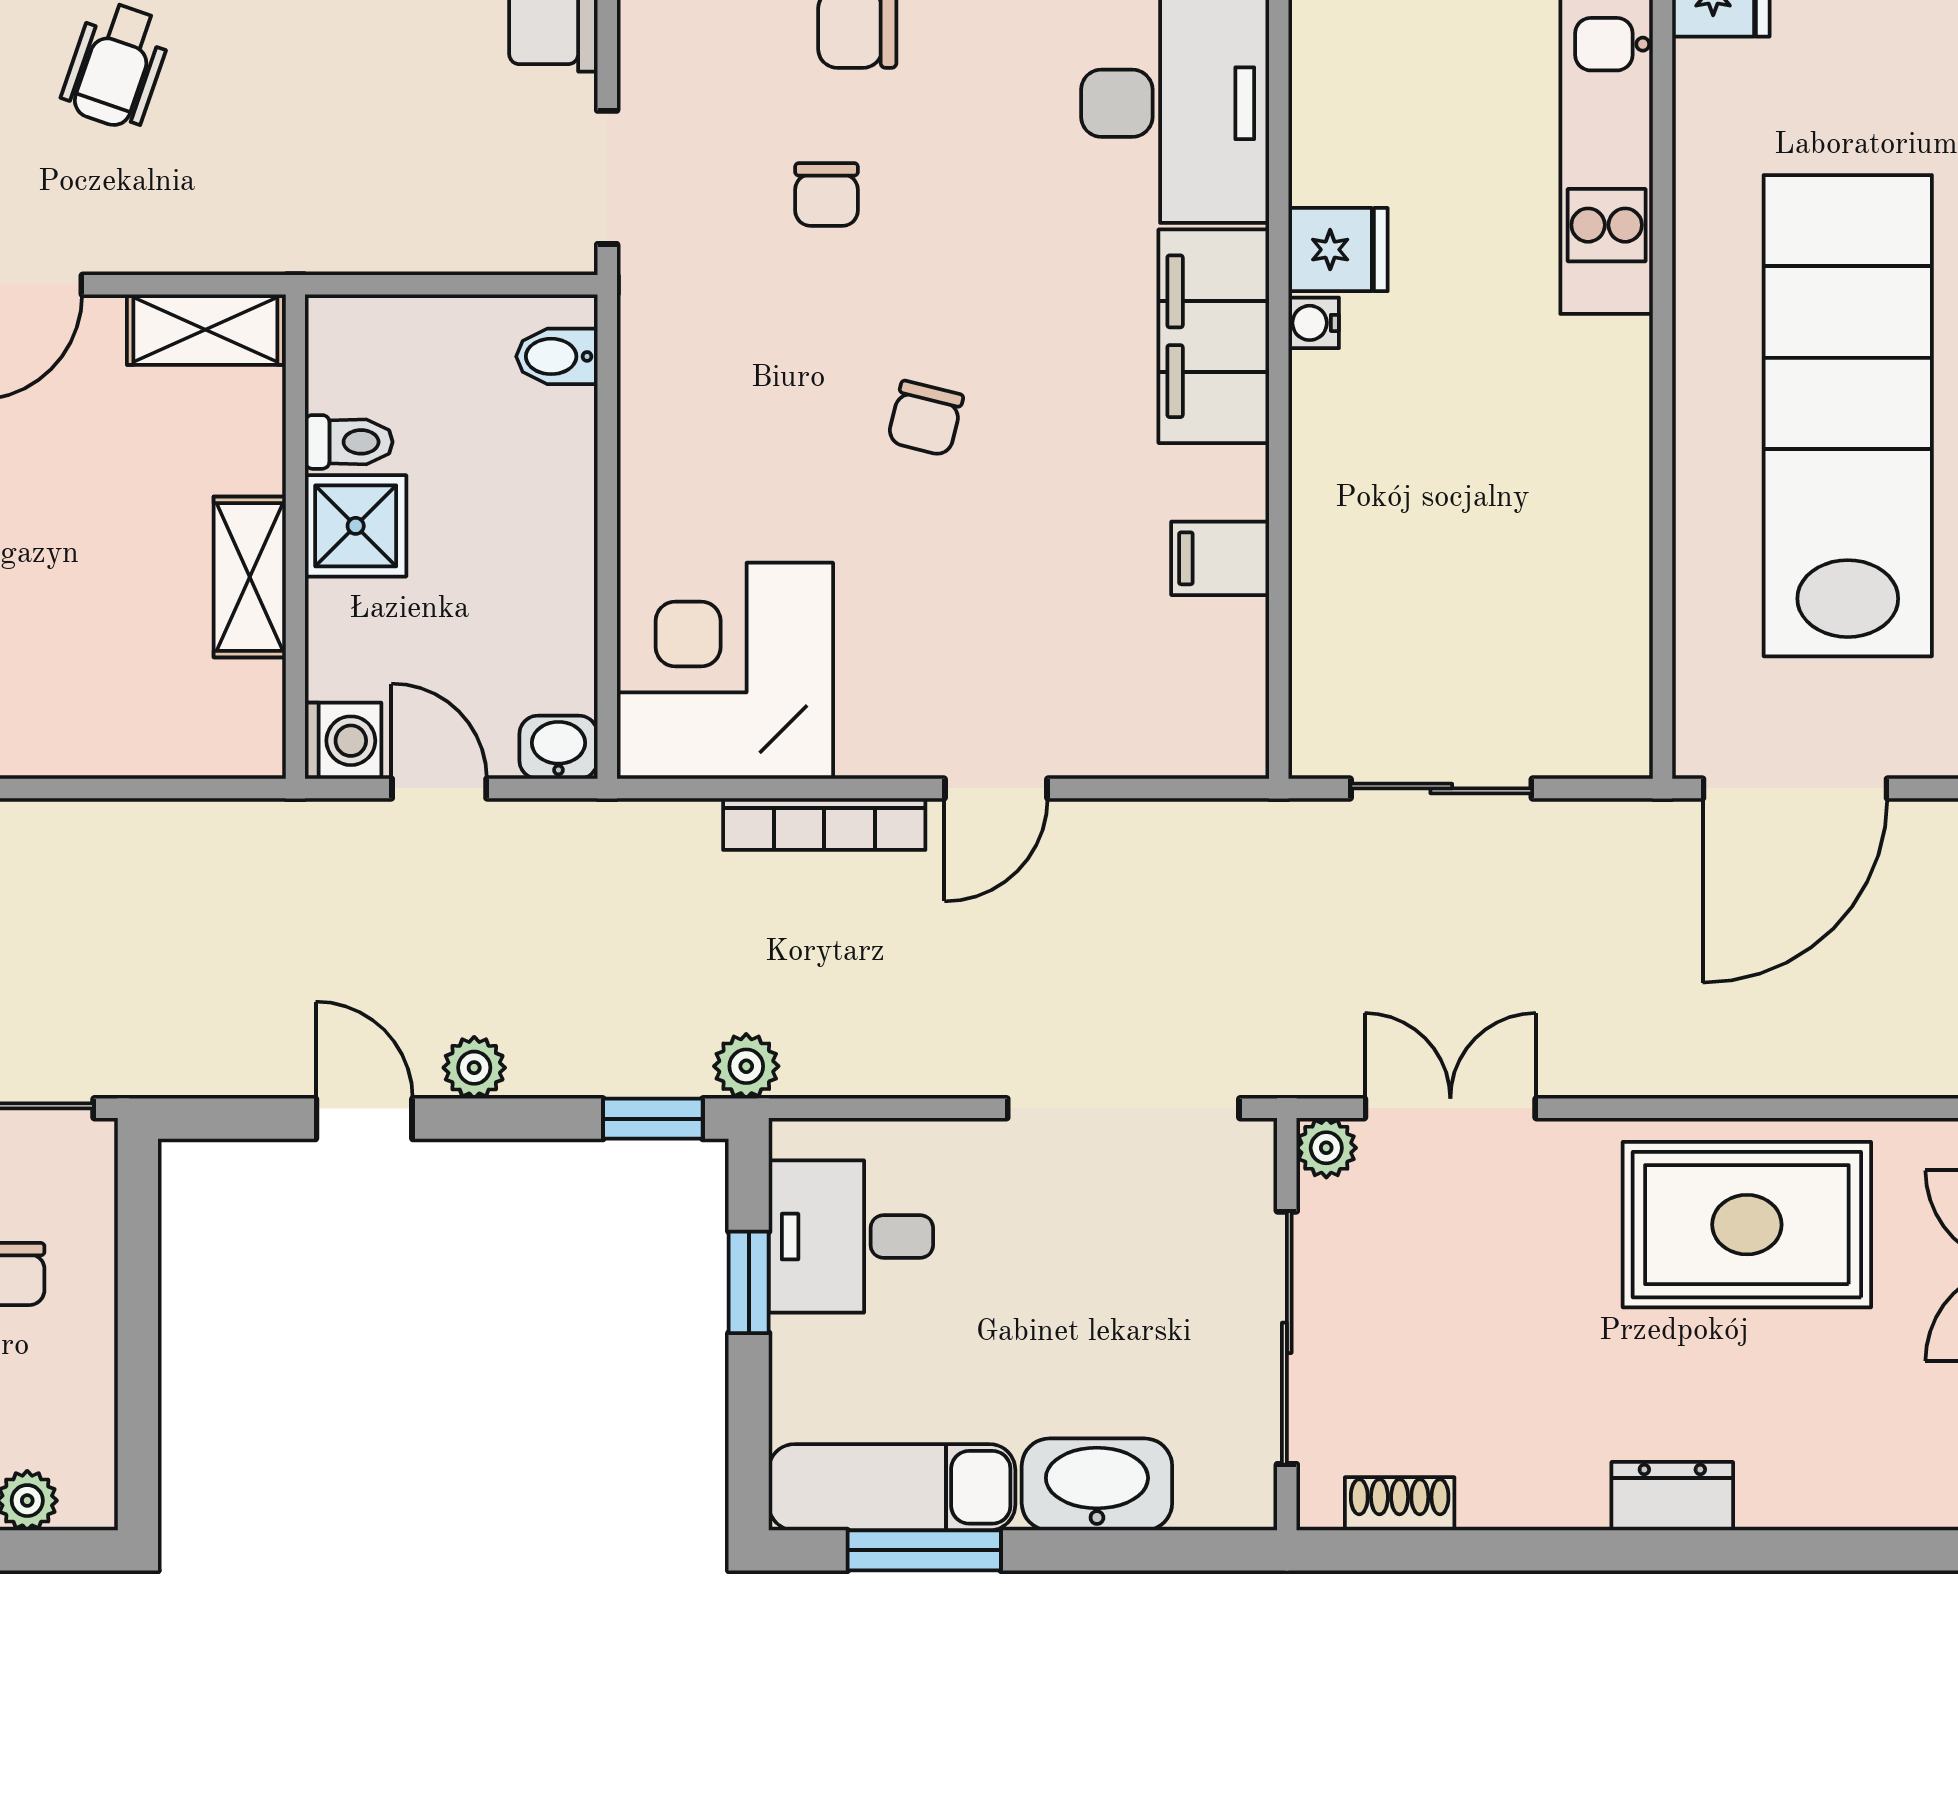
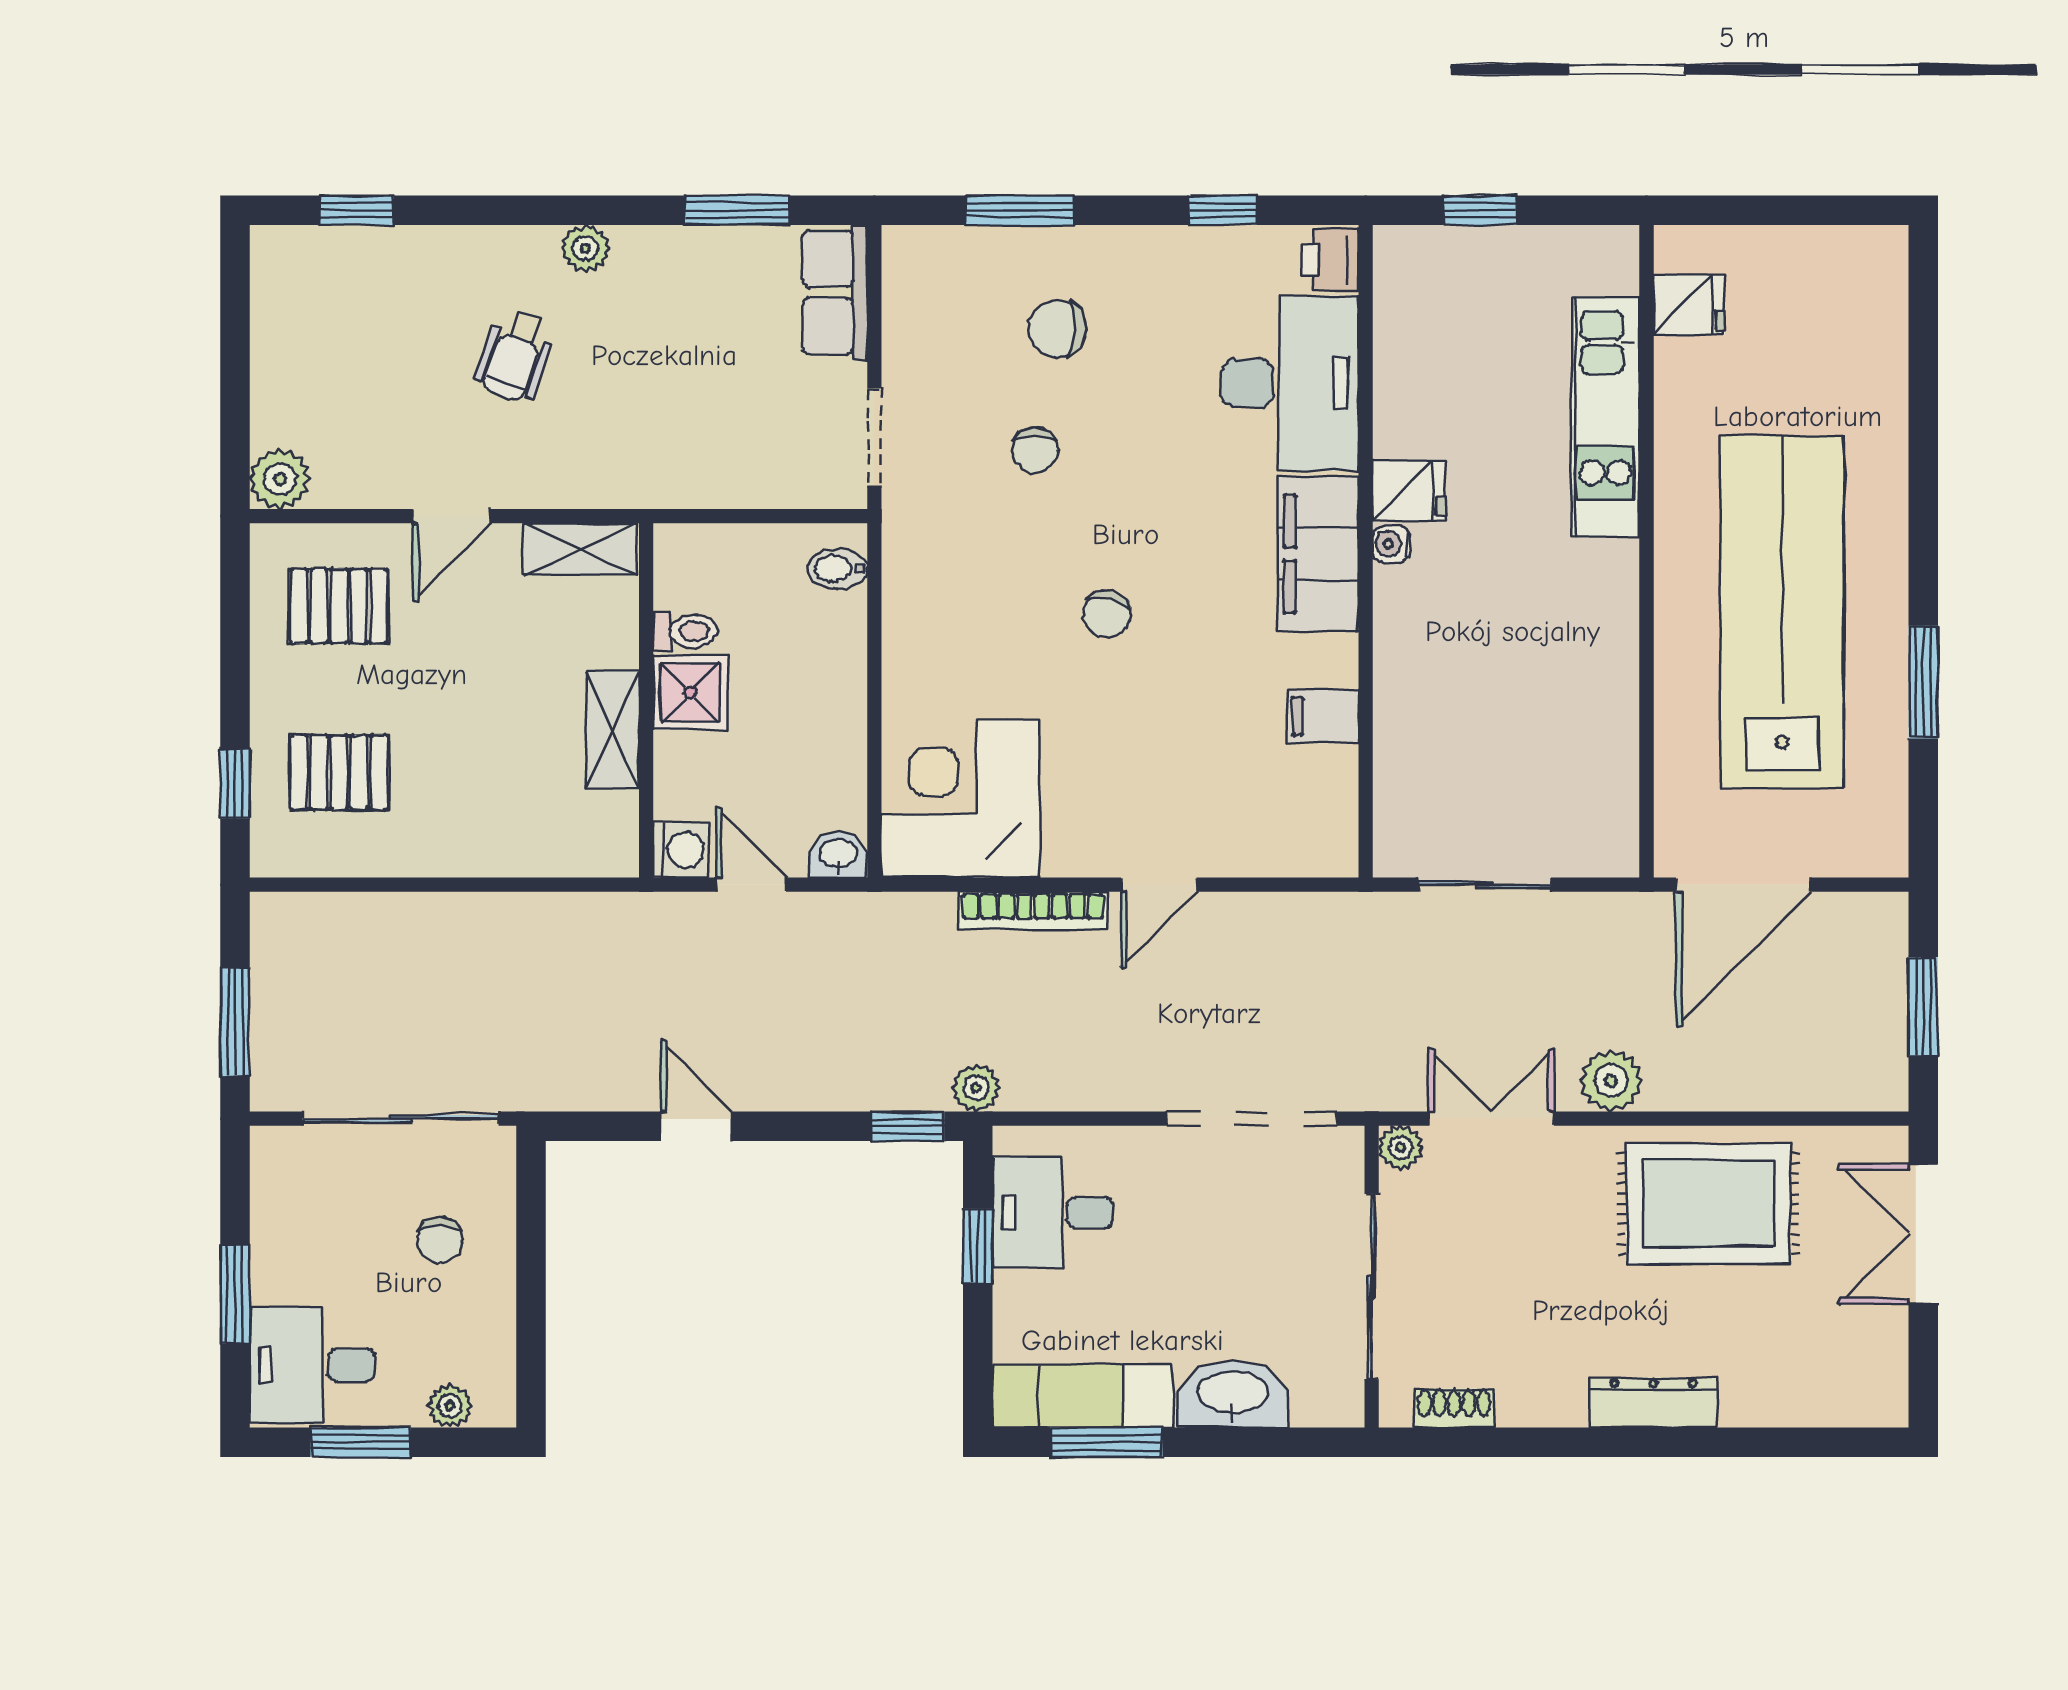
plant: (474, 1068) -> (1611, 1080), moved, width x1.38, depth x1.38
dresser: (1672, 1496) -> (1654, 1403), width x1.44

